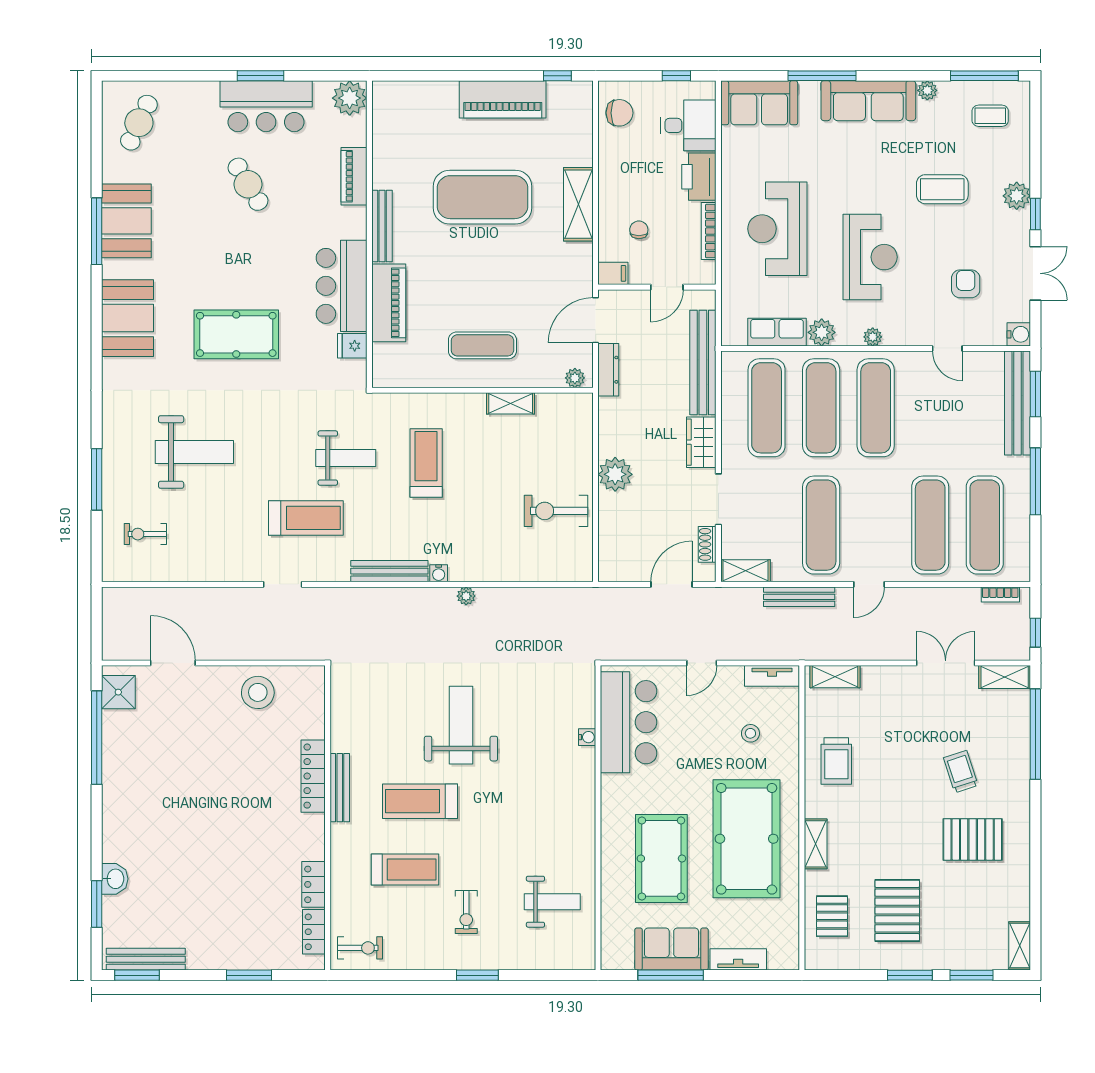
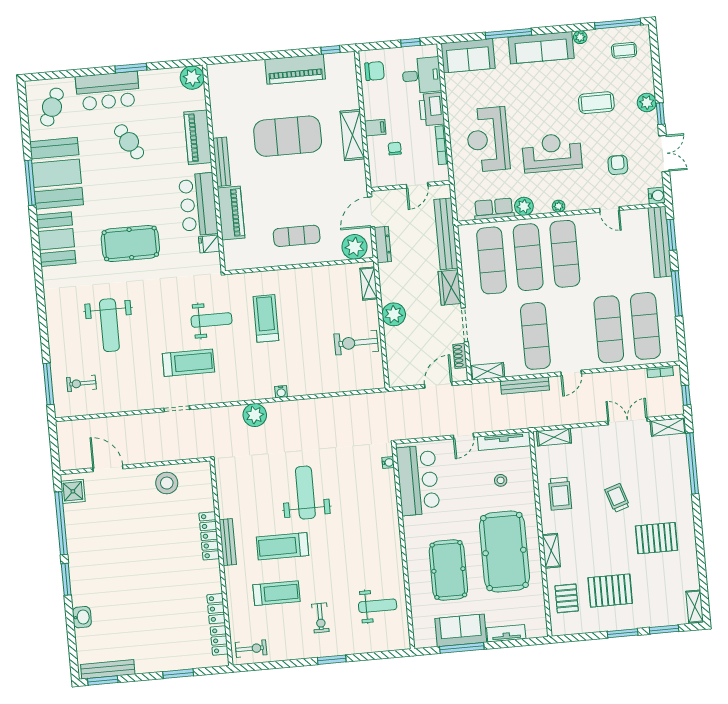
bar counter: (266, 106) -> (108, 91), moved
piano: (354, 176) -> (198, 137), width x1.37, depth x1.33
booth: (126, 221) -> (57, 173), width x1.36, depth x1.42
reception desk: (870, 257) -> (552, 153), turned -90
filing cabinet: (613, 273) -> (375, 128), moved
plant: (575, 378) -> (354, 247), width x1.88, depth x1.88
shelving: (511, 403) -> (369, 284), moved, turned 90
weight bench: (194, 452) -> (109, 325), turned 90
window: (97, 479) -> (48, 384), moved
bench: (389, 571) -> (248, 393), removed
plant: (466, 596) -> (255, 415), moved, width x1.88, depth x1.88
tv unit: (772, 676) -> (504, 441), width x1.41
water cooler: (587, 737) -> (388, 463), moved
trolley: (961, 772) -> (617, 498), moved
window: (97, 904) -> (66, 579), moved
pallet: (897, 910) -> (610, 591), turned 90

